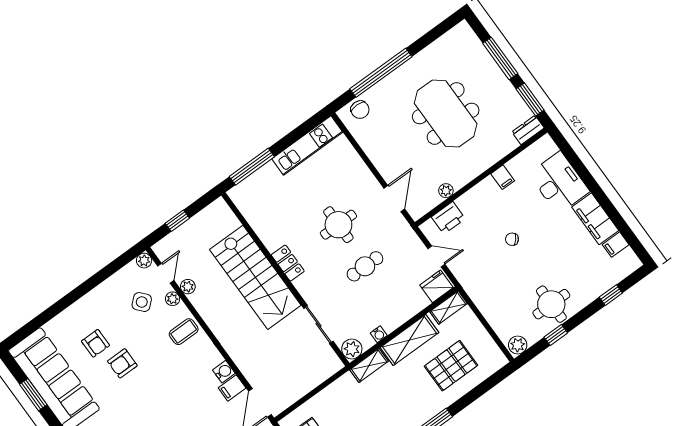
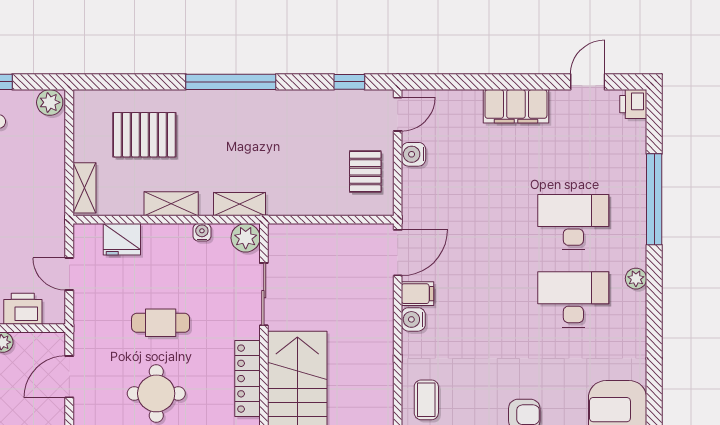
locker: (288, 263) -> (247, 379), width x1.53
fridge: (436, 286) -> (122, 239), moved
shelving: (448, 308) -> (84, 188), moved, turned 90
coffee table: (184, 332) -> (426, 400), turned 90
shelving: (409, 340) -> (171, 204), width x0.67, depth x0.75

